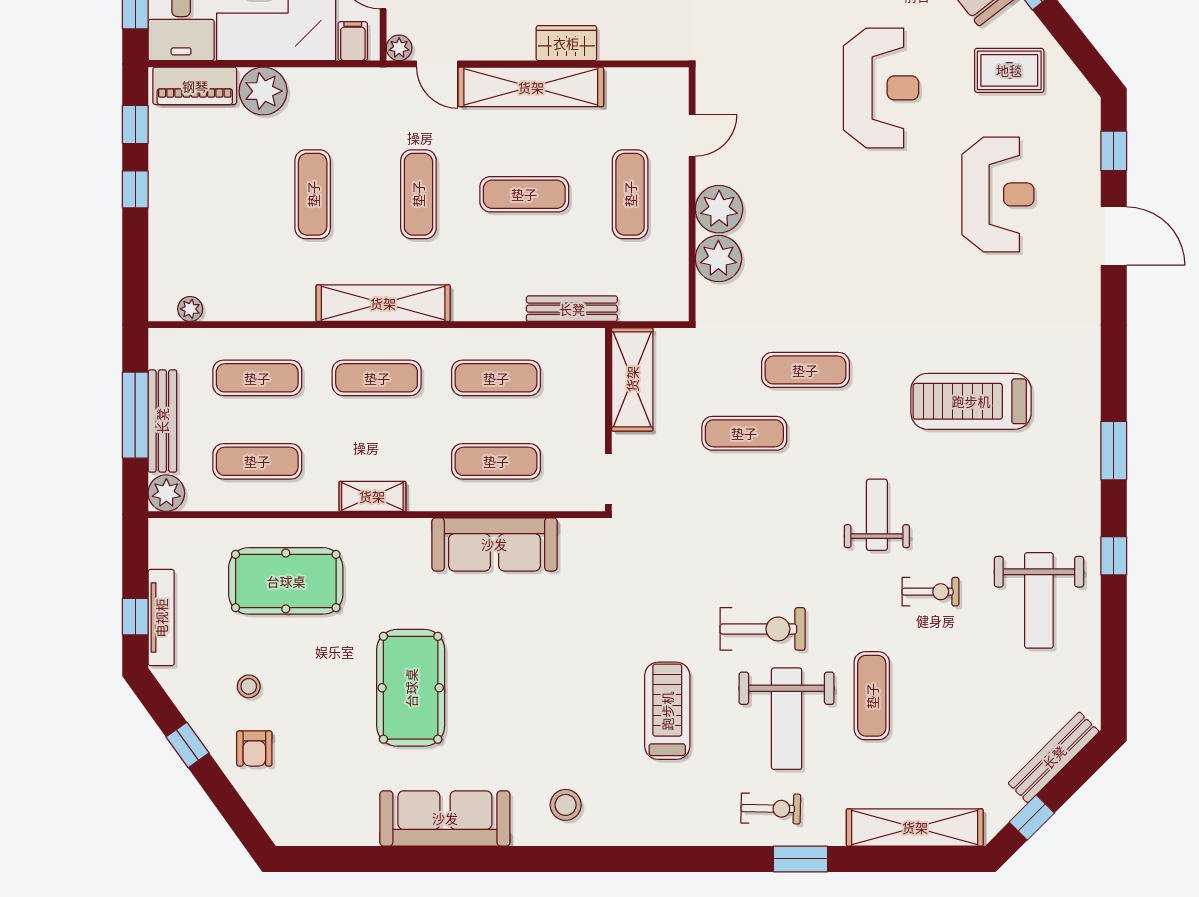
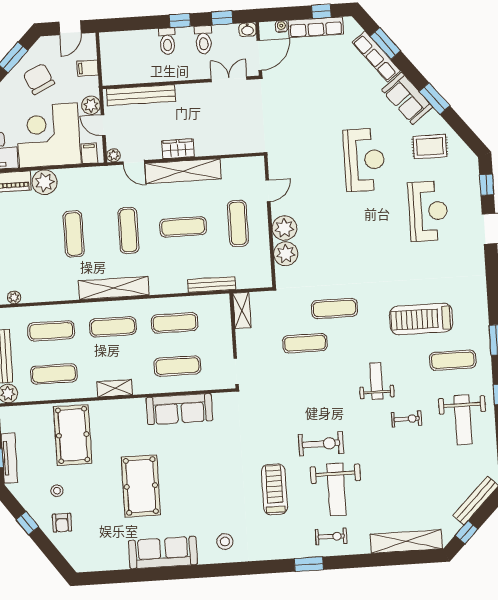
wardrobe: (566, 43) -> (178, 149), moved
shelving: (632, 379) -> (242, 310), width x0.67, depth x0.75
pool table: (286, 581) -> (73, 435), turned 90
exercise mat: (872, 696) -> (453, 360), moved, turned 90
window: (800, 859) -> (309, 564), moved

